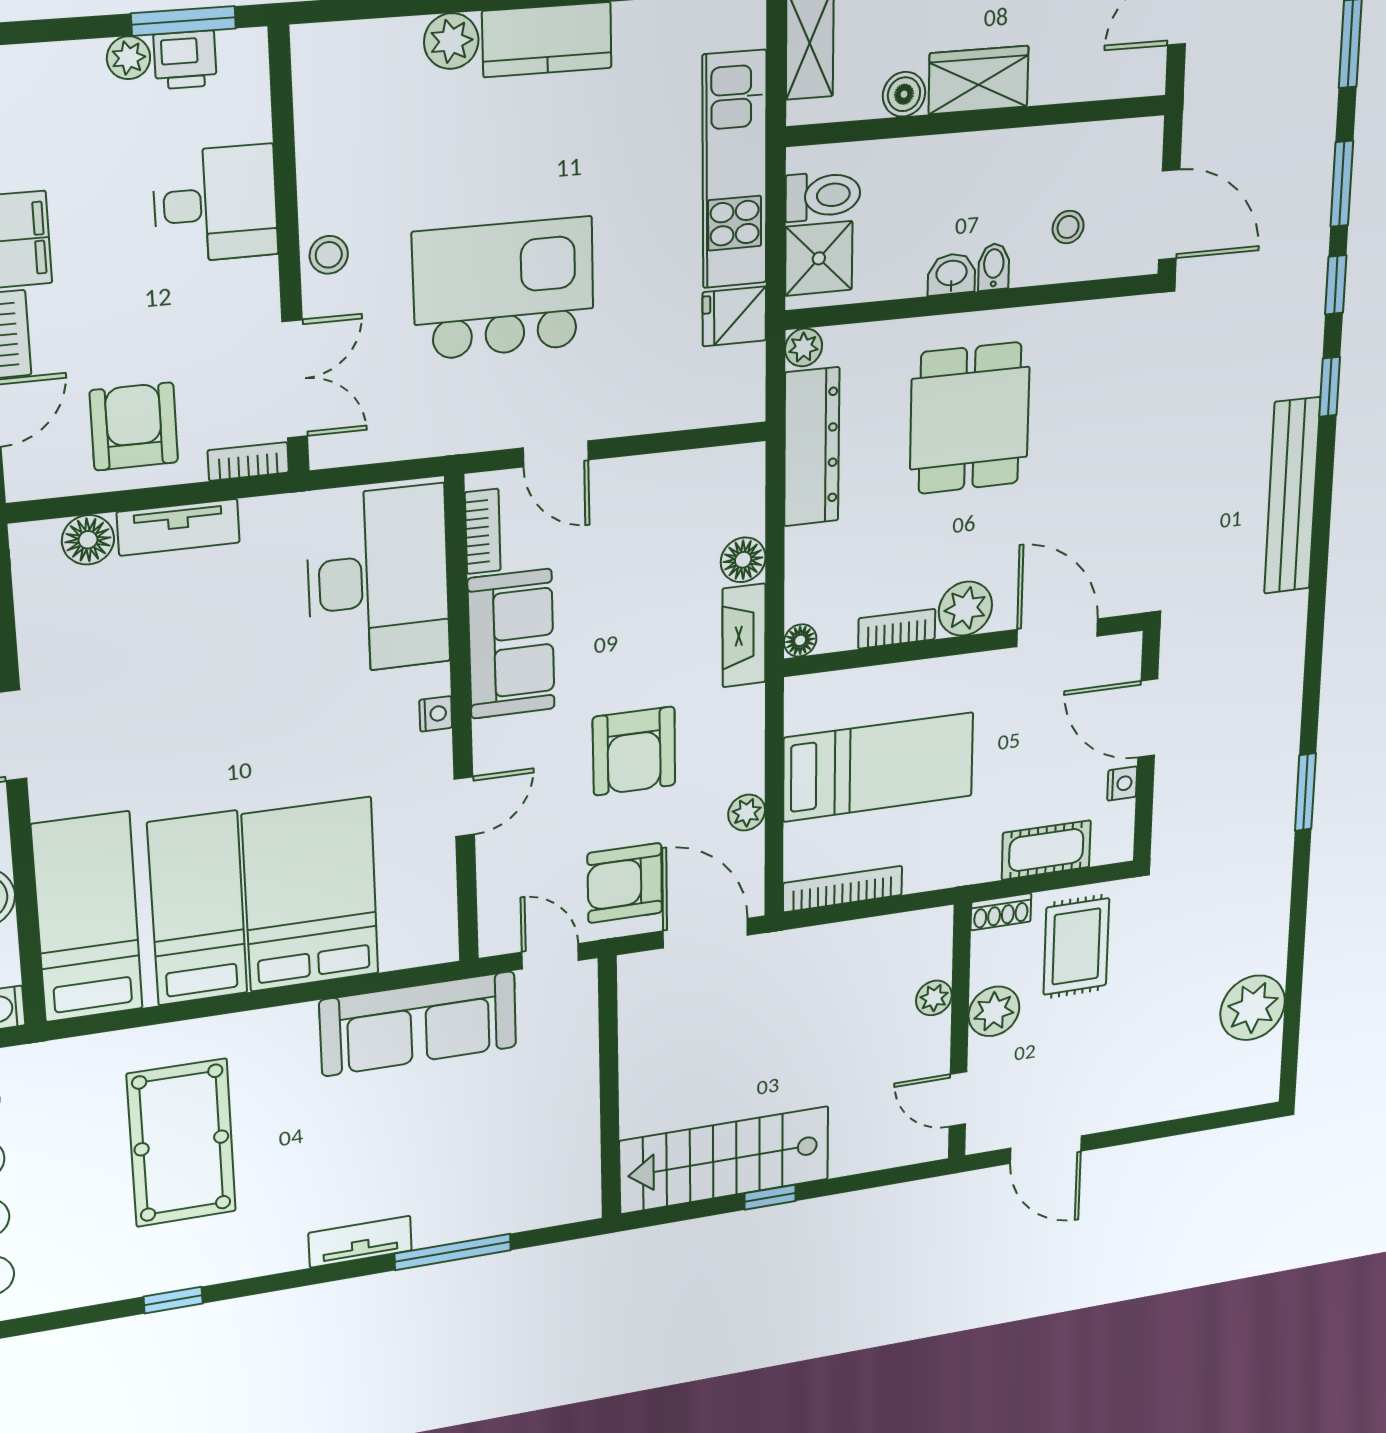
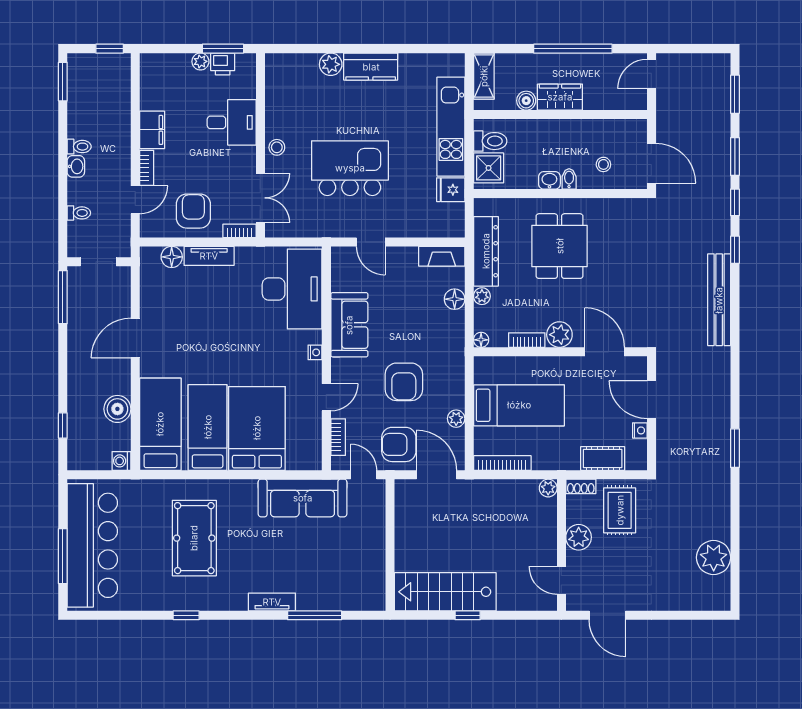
plant: (804, 347) -> (482, 296), moved
bookcase: (483, 531) -> (338, 437), moved
fireplace: (744, 635) -> (442, 256), moved, turned -90
plant: (934, 998) -> (548, 488), moved

